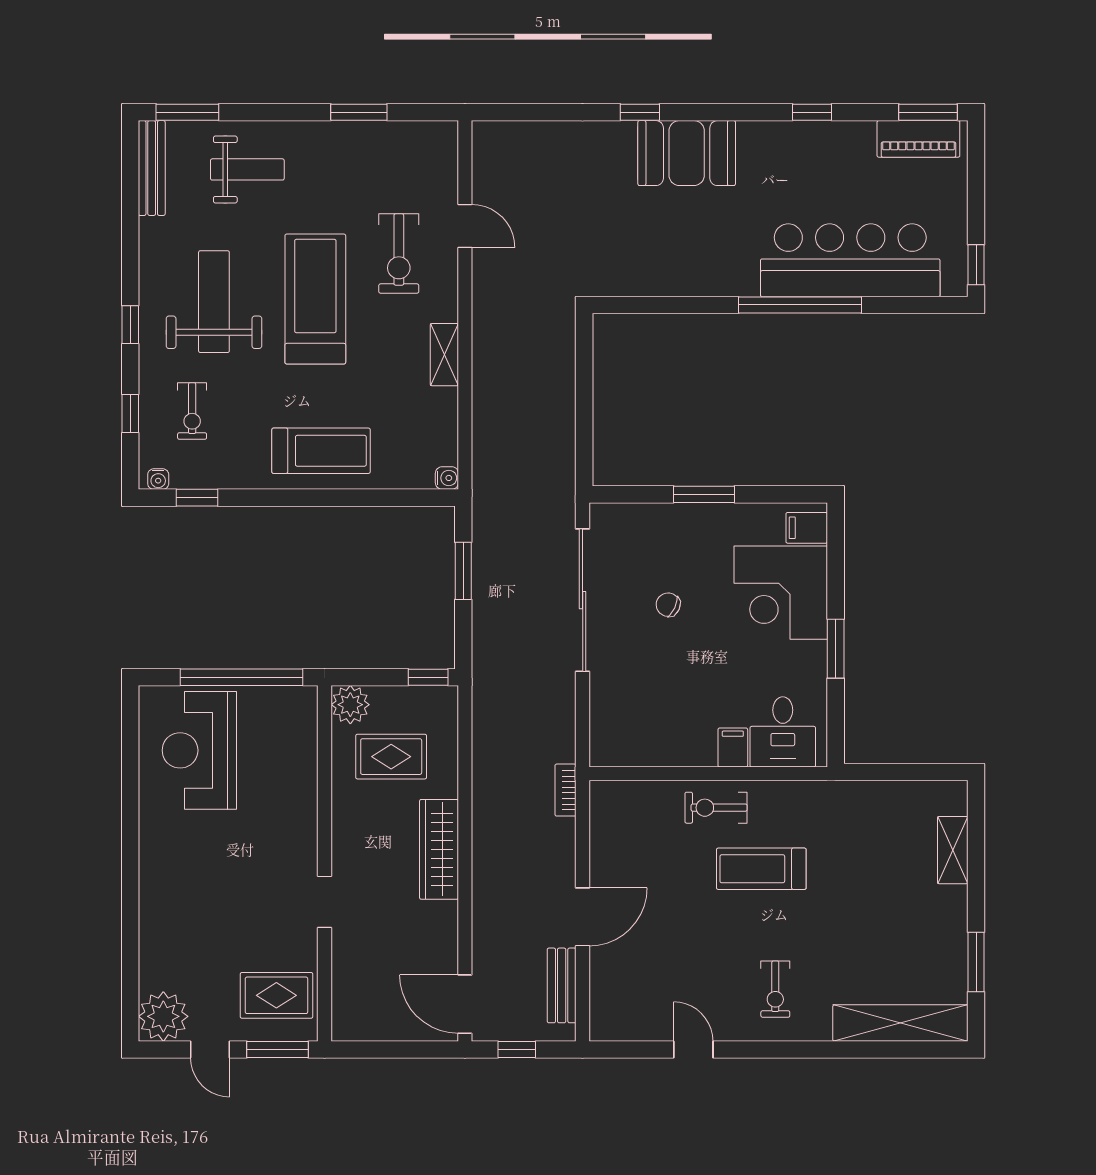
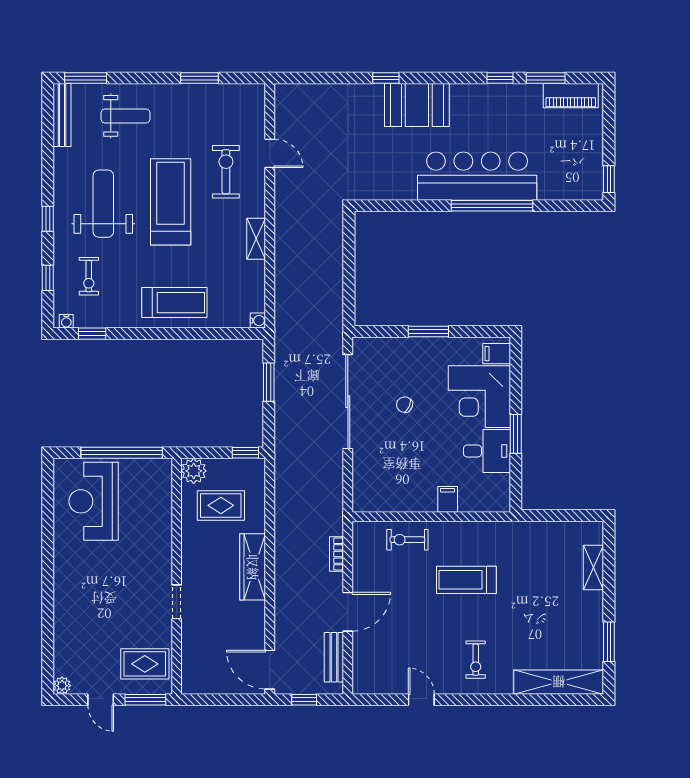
window: (928, 112) -> (546, 78), moved
exercise bike: (399, 253) -> (226, 172), turned 180
bar counter: (850, 260) -> (477, 176), moved
desk: (783, 732) -> (487, 451), moved, turned -90
bookcase: (566, 790) -> (337, 554), moved
exercise bike: (716, 808) -> (407, 540), moved
plant: (163, 1016) -> (62, 686), width x0.53, depth x0.53

